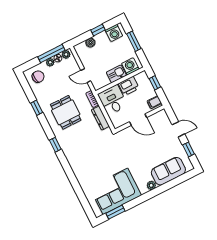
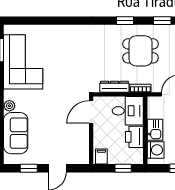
door: (138, 120) -> (91, 112), moved
window: (55, 145) -> (125, 21), moved

